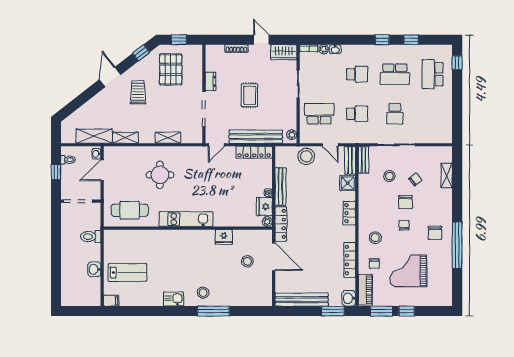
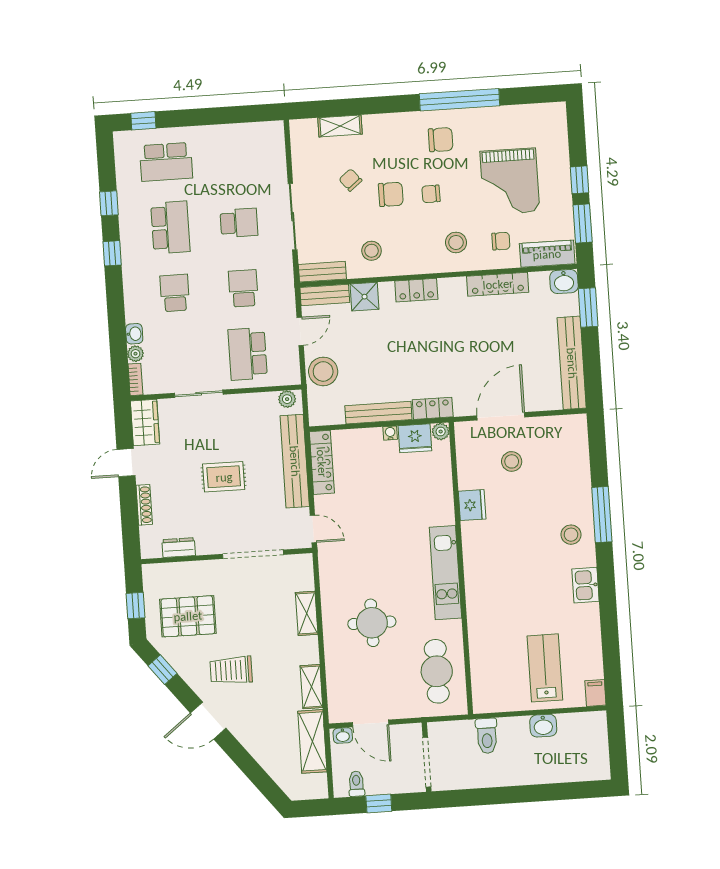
dresser: (211, 81) -> (179, 548), moved
stool: (389, 176) -> (372, 251), moved
locker: (281, 224) -> (433, 408), width x0.66

